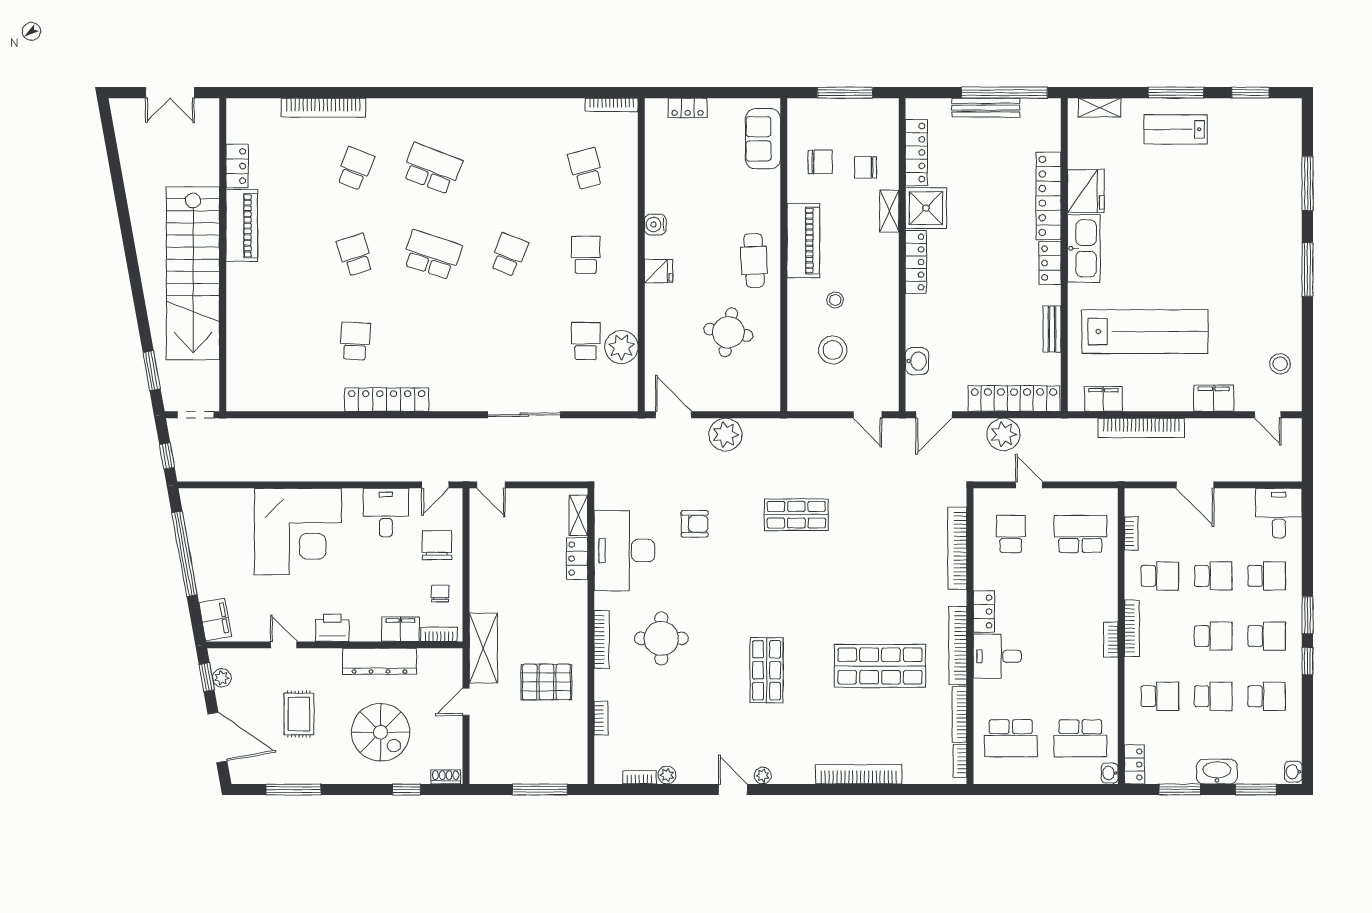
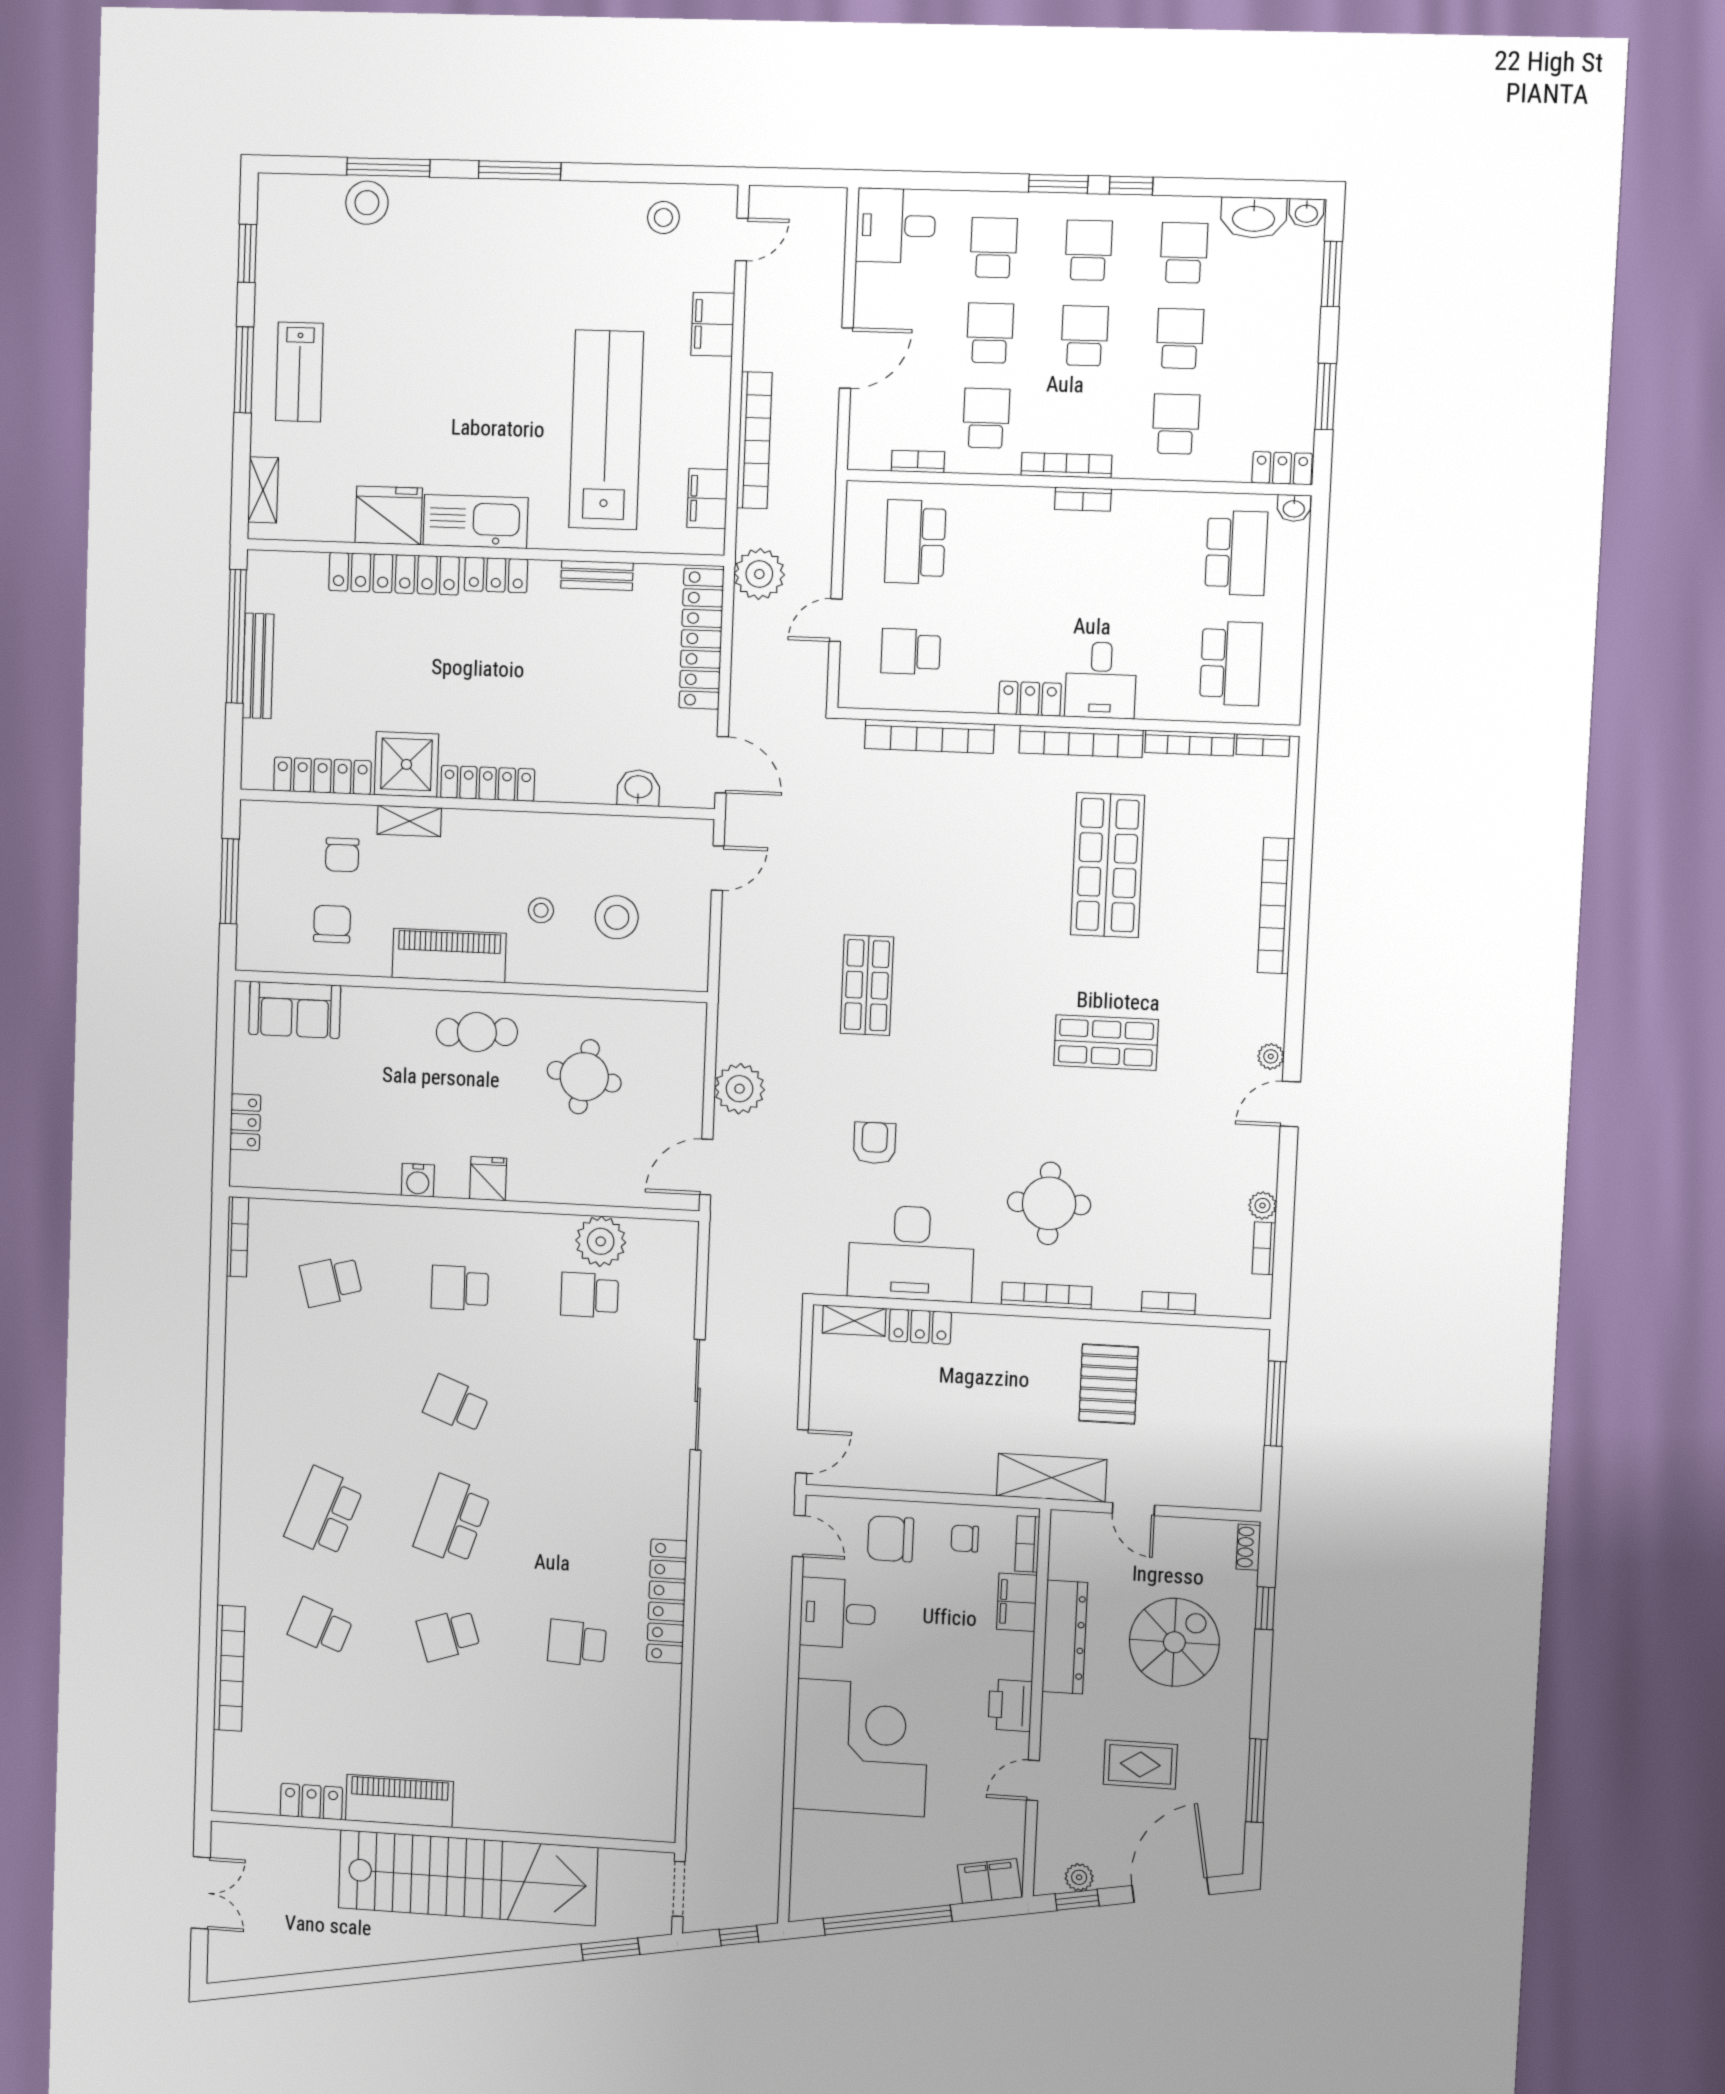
stool: (1285, 170) -> (367, 203), added
plant: (1003, 434) -> (759, 574), moved
washbasin: (1217, 772) -> (1254, 218), moved, turned -90

